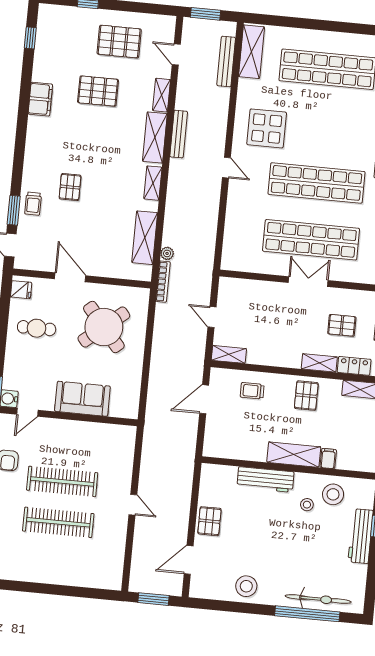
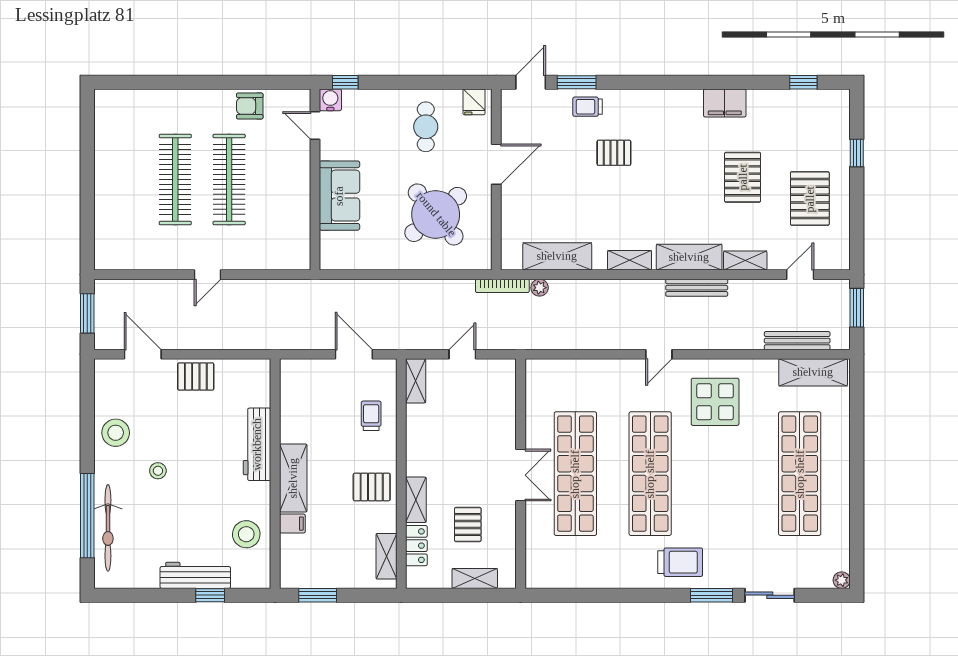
stool: (307, 505) -> (158, 471), moved

